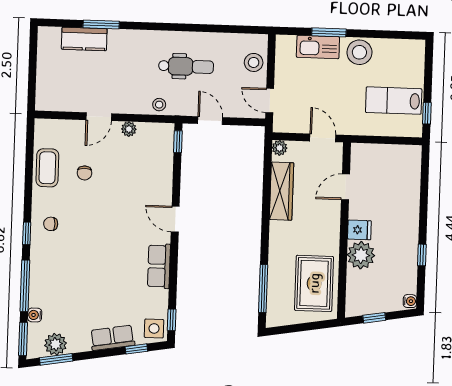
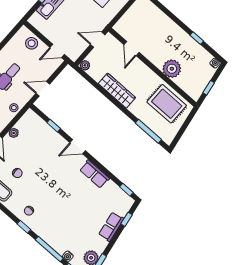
window: (178, 142) -> (54, 126), moved
wardrobe: (282, 191) -> (117, 91), moved
fridge: (359, 230) -> (159, 59), removed
side table: (154, 328) -> (124, 202), removed

